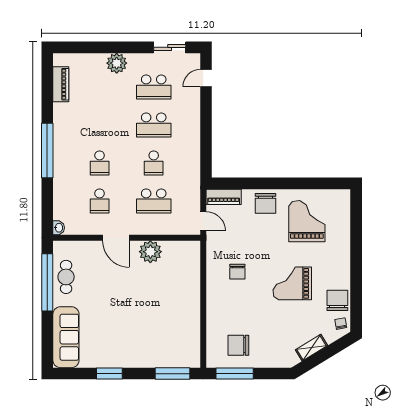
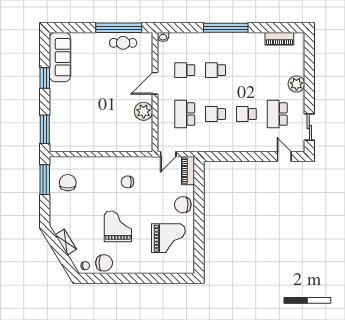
school desk: (154, 125) -> (246, 114), width x0.54
sofa: (66, 337) -> (60, 57), moved, turned -90

